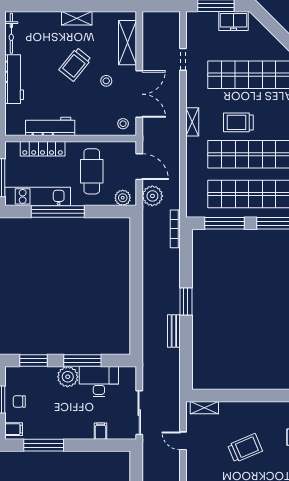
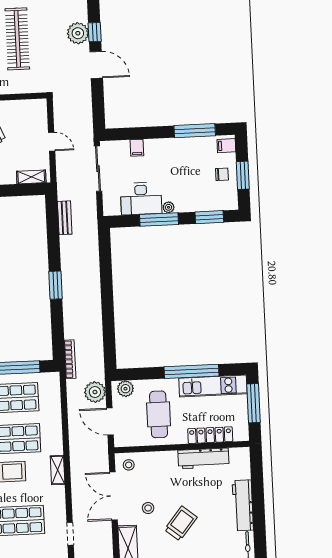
bench: (174, 331) -> (65, 218), moved
plant: (68, 377) -> (169, 207), width x0.53, depth x0.53

